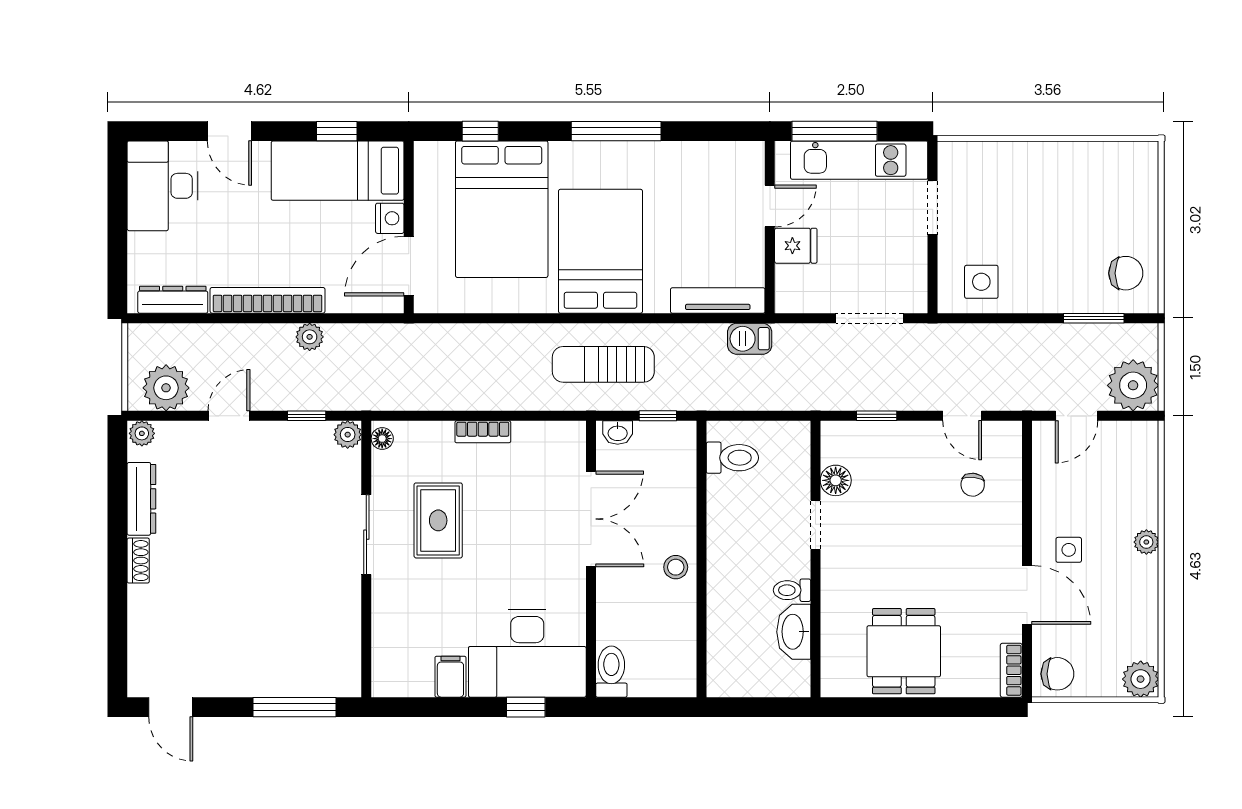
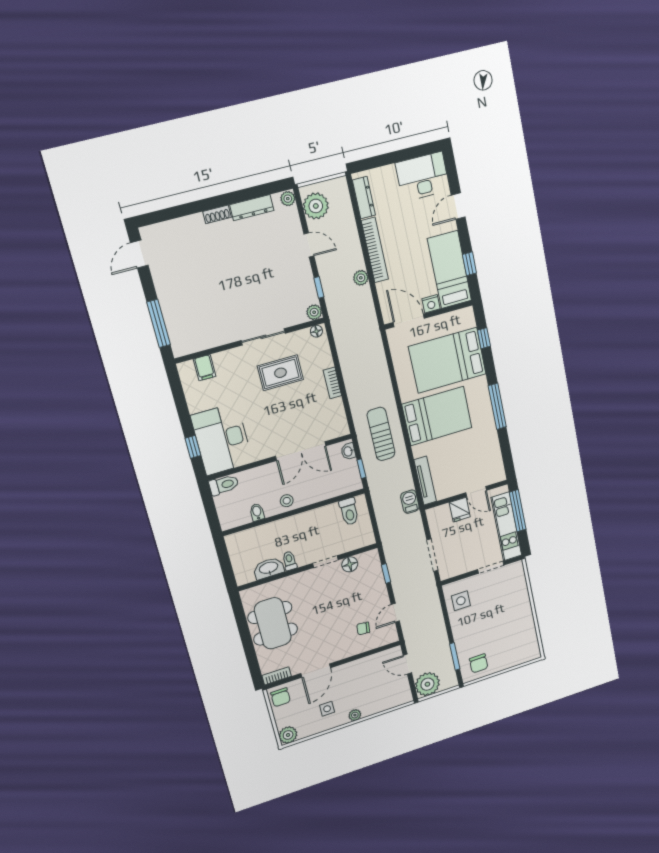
side table: (1069, 550) -> (327, 709), moved
bidet: (680, 626) -> (257, 512), added
dining table: (904, 651) -> (273, 623), width x1.38
filing cabinet: (450, 677) -> (205, 368), moved, turned 90

